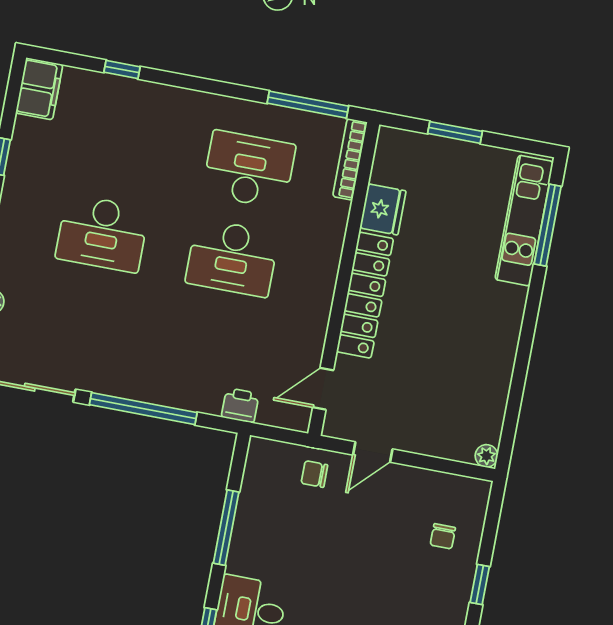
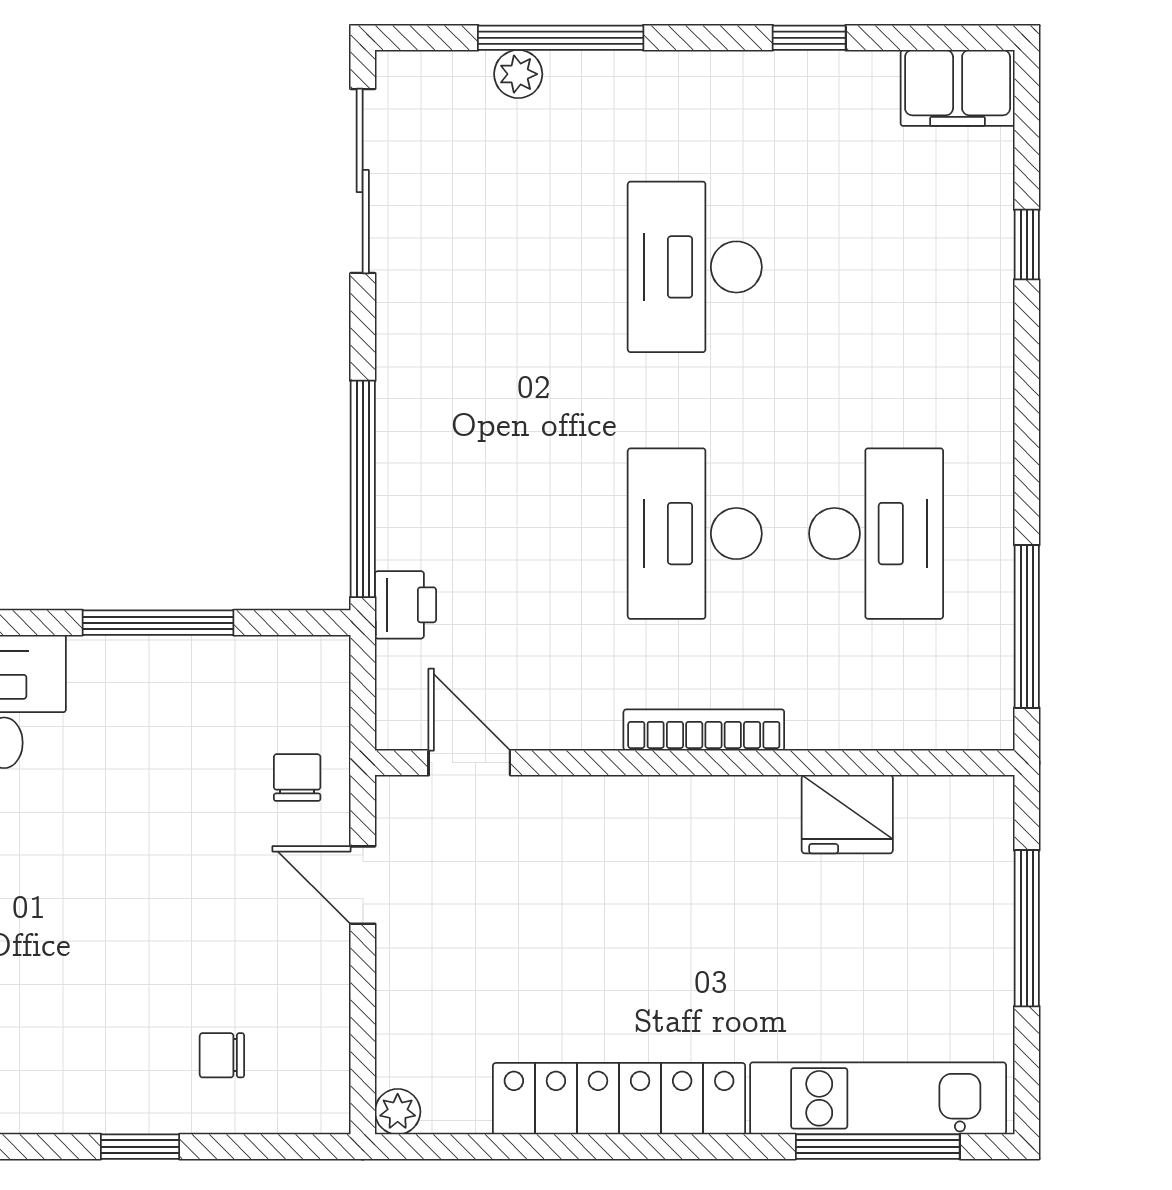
window: (455, 132) -> (1027, 928), width x1.44
bookcase: (350, 159) -> (704, 730), moved
locker: (365, 295) -> (619, 1099), moved, turned 180
window: (143, 409) -> (363, 489), moved

